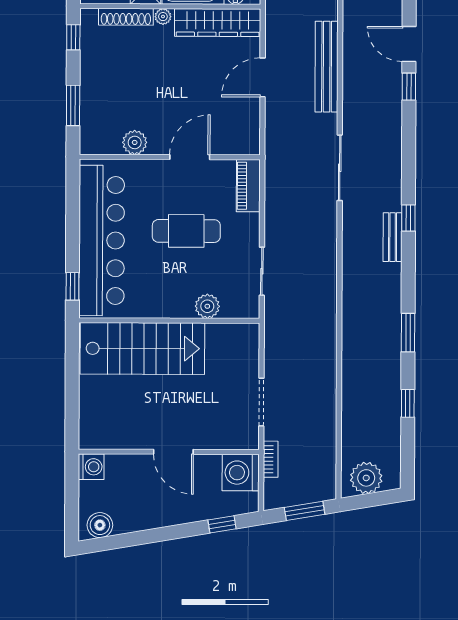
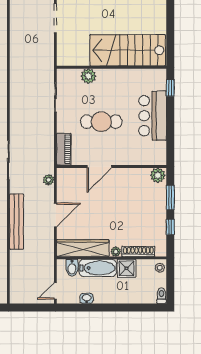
window: (73, 37) -> (170, 227), moved
plant: (273, 135) -> (49, 180), added
plant: (135, 142) -> (158, 175), moved
bar counter: (102, 240) -> (153, 116), width x0.54

